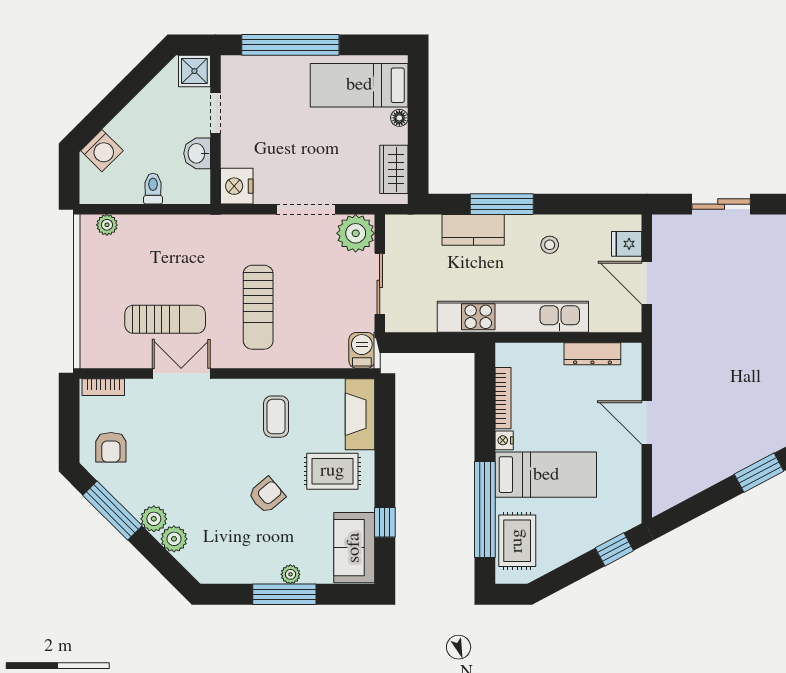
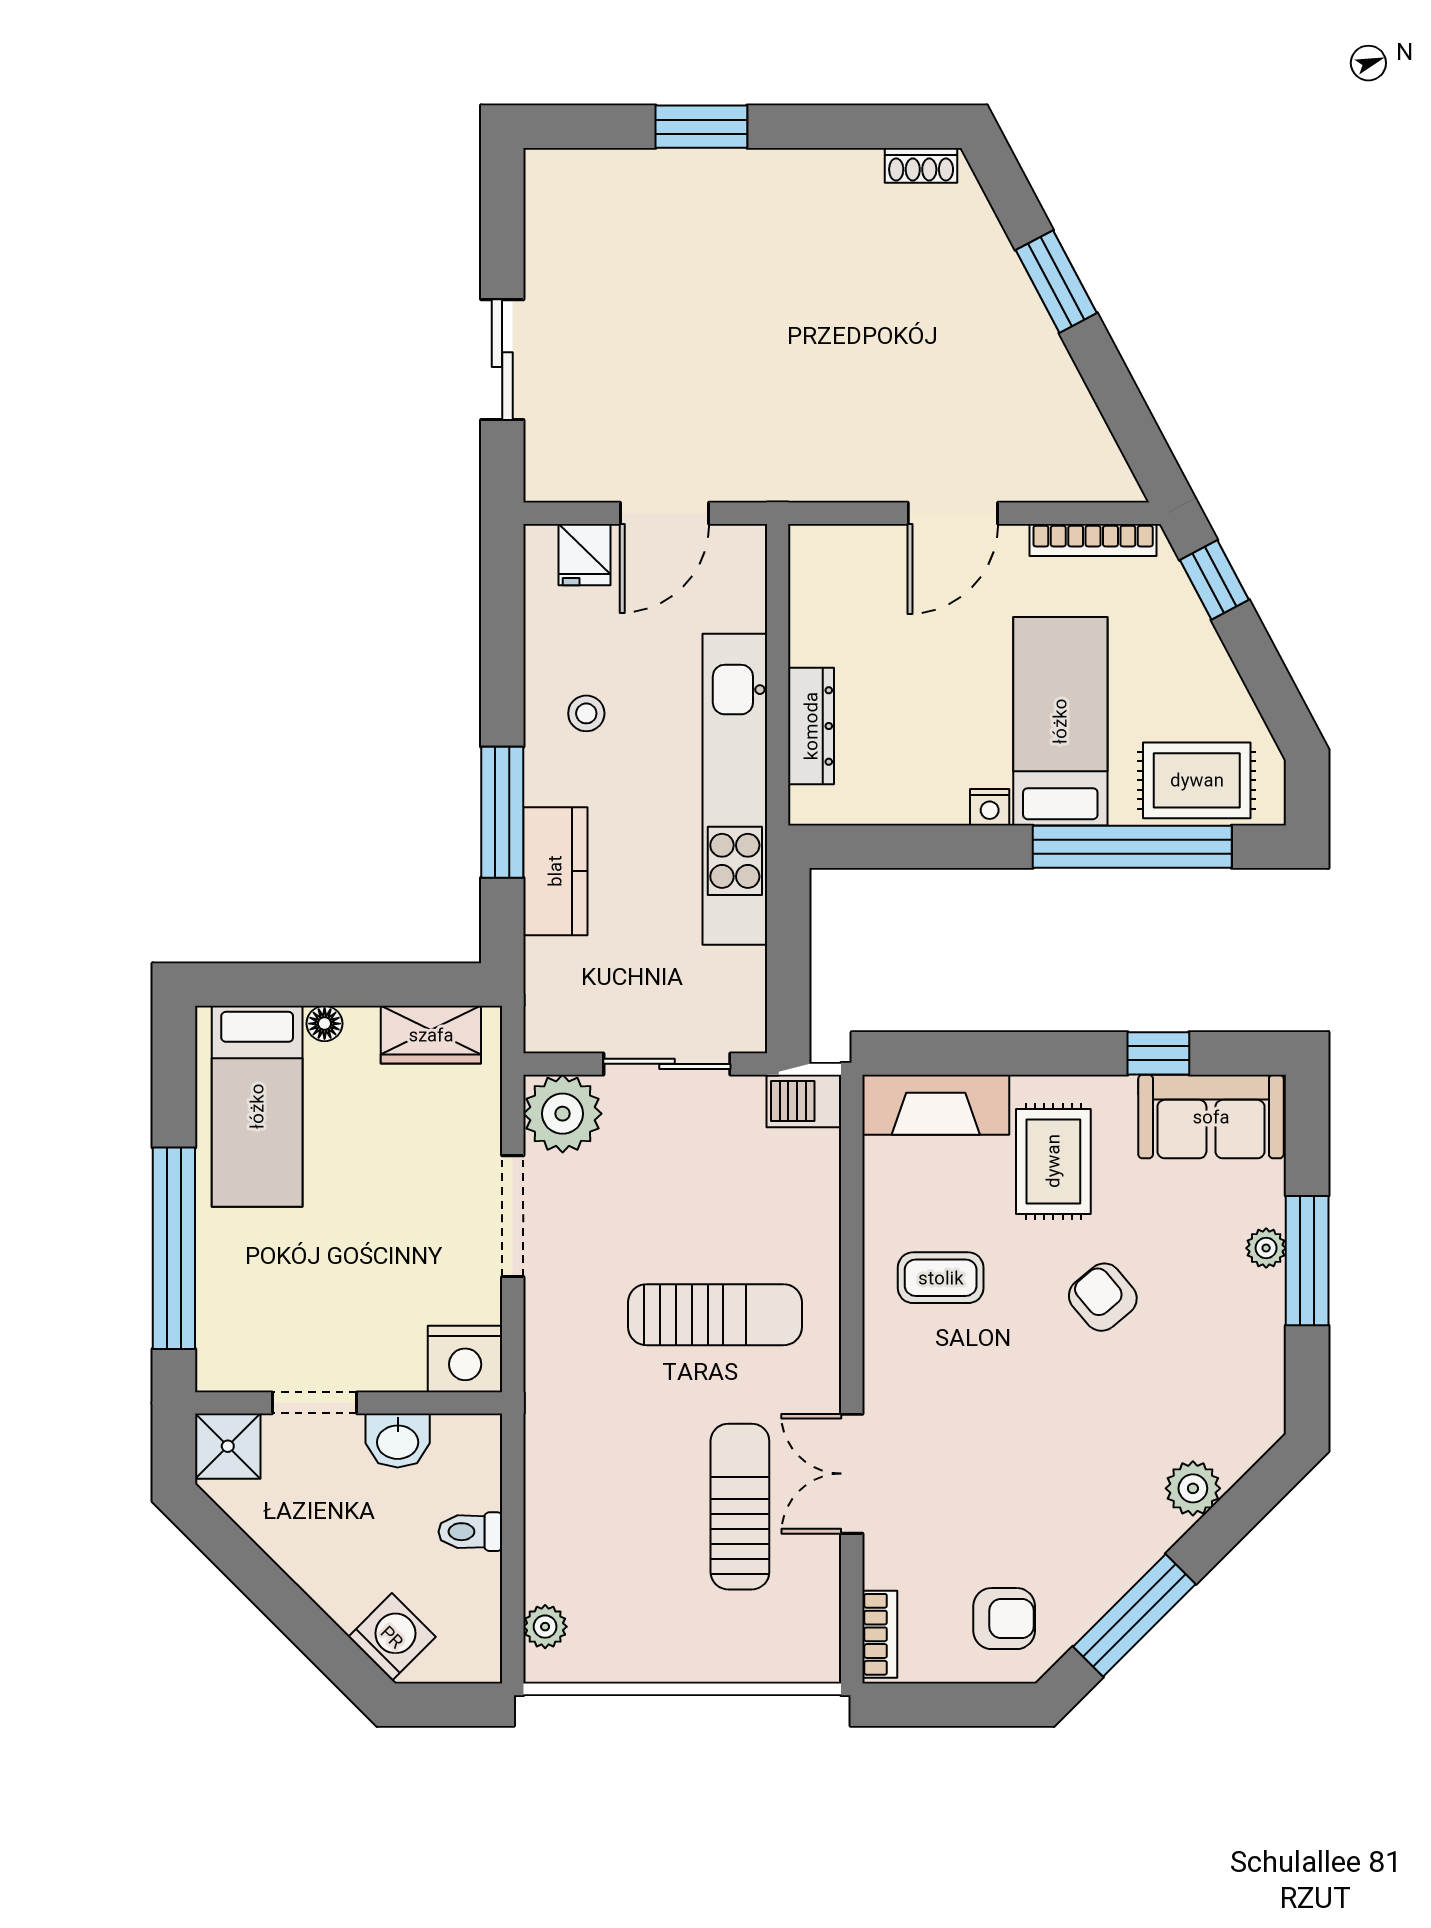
dresser: (592, 354) -> (811, 726), moved
bookcase: (503, 398) -> (1093, 540), moved, turned 180
plant: (154, 519) -> (1152, 1530), removed

